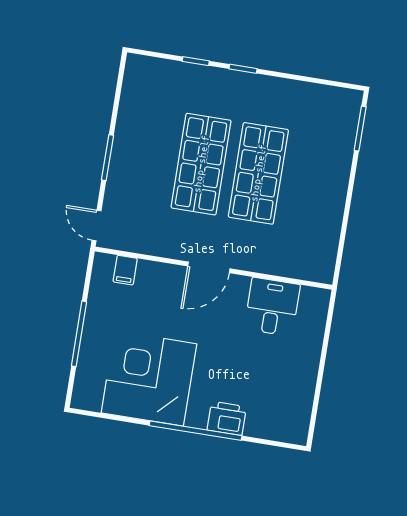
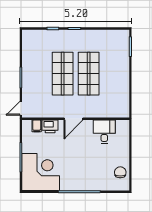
door: (96, 226) -> (21, 108), hinge flipped
corner desk: (149, 378) -> (41, 172), moved, turned 90
chair: (293, 402) -> (120, 172), added
printer: (227, 418) -> (50, 126), moved, turned 180

